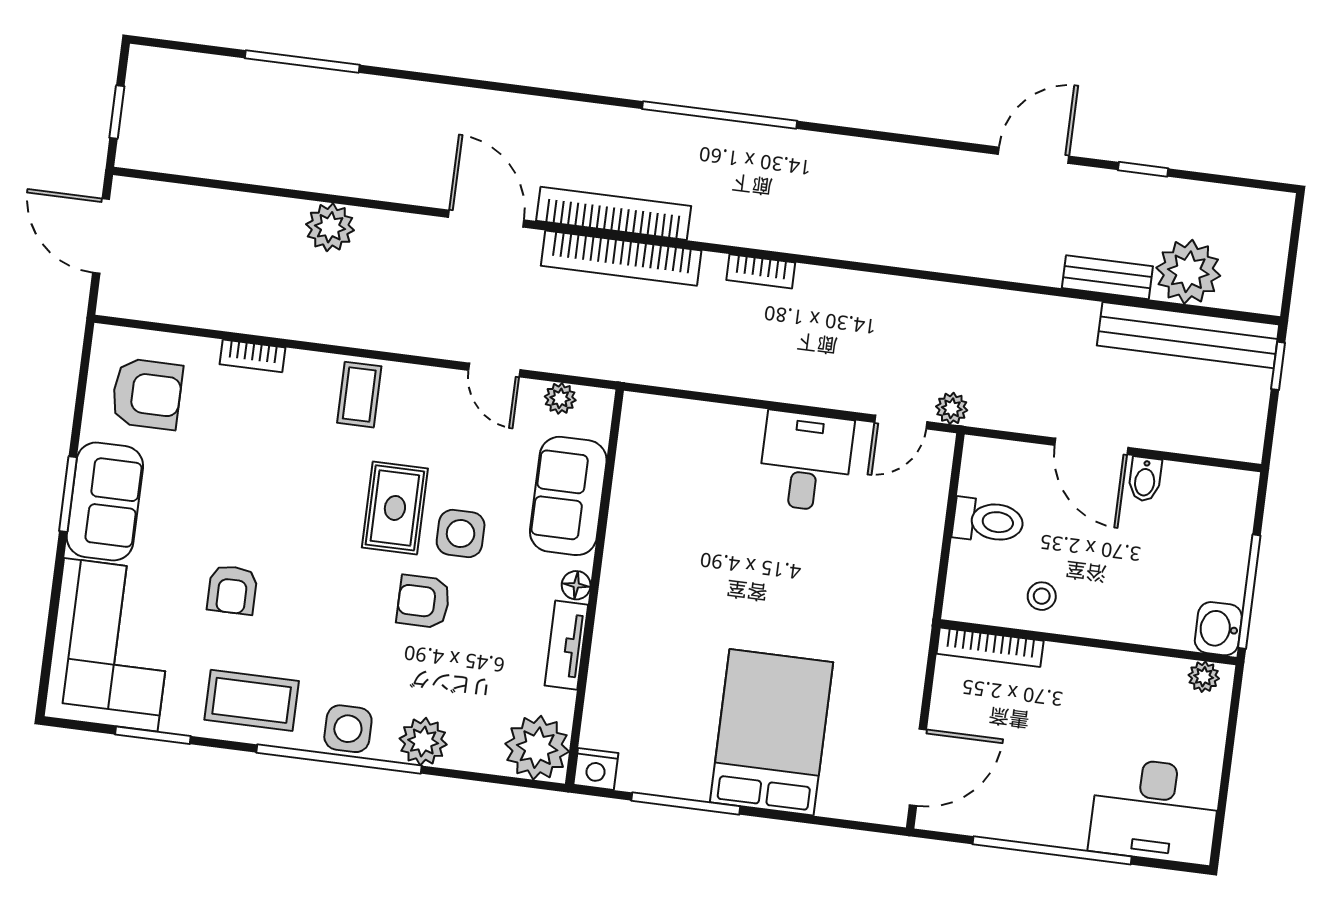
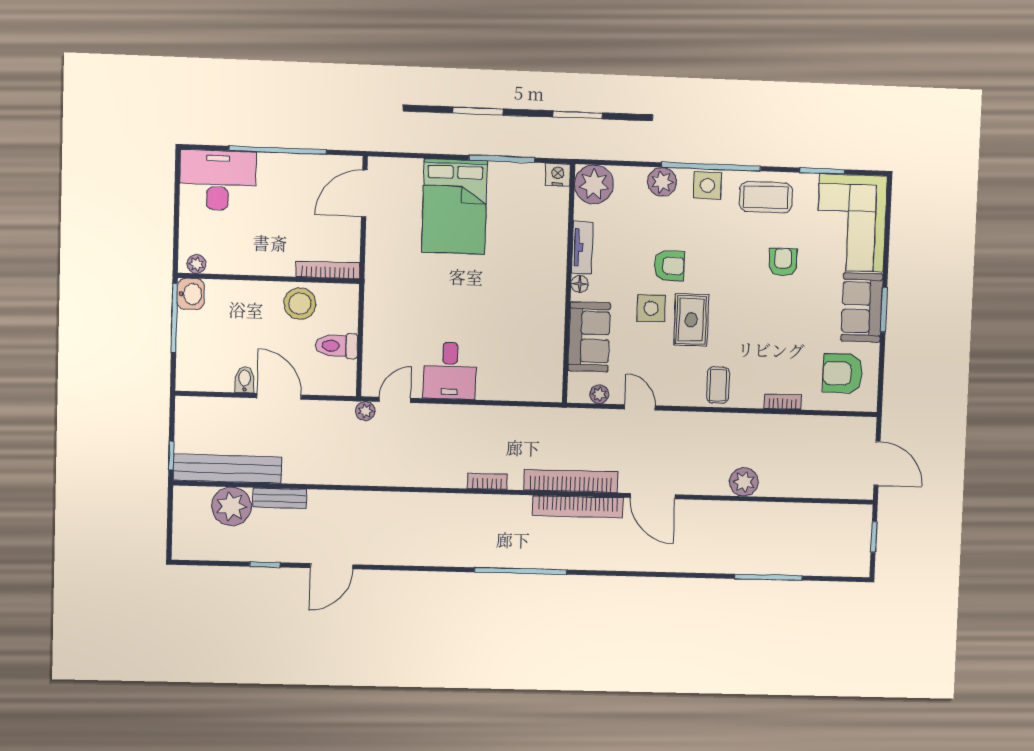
stool: (1042, 596) -> (300, 304), width x1.89, depth x1.89

